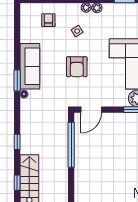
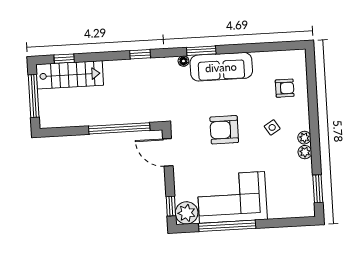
window: (17, 142) -> (140, 54), moved

